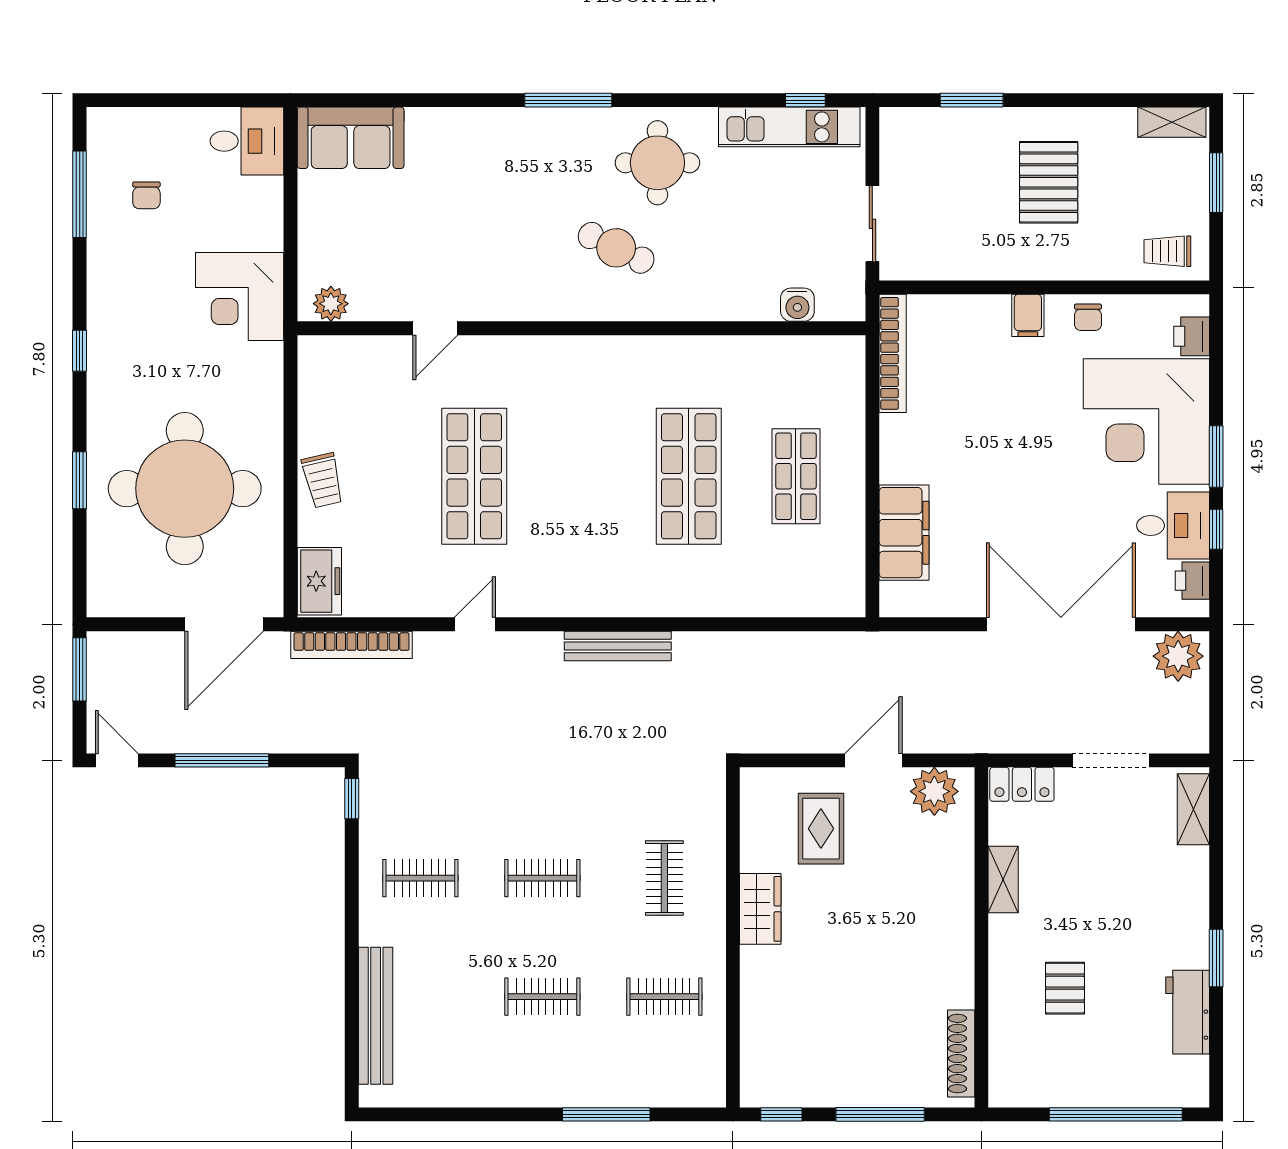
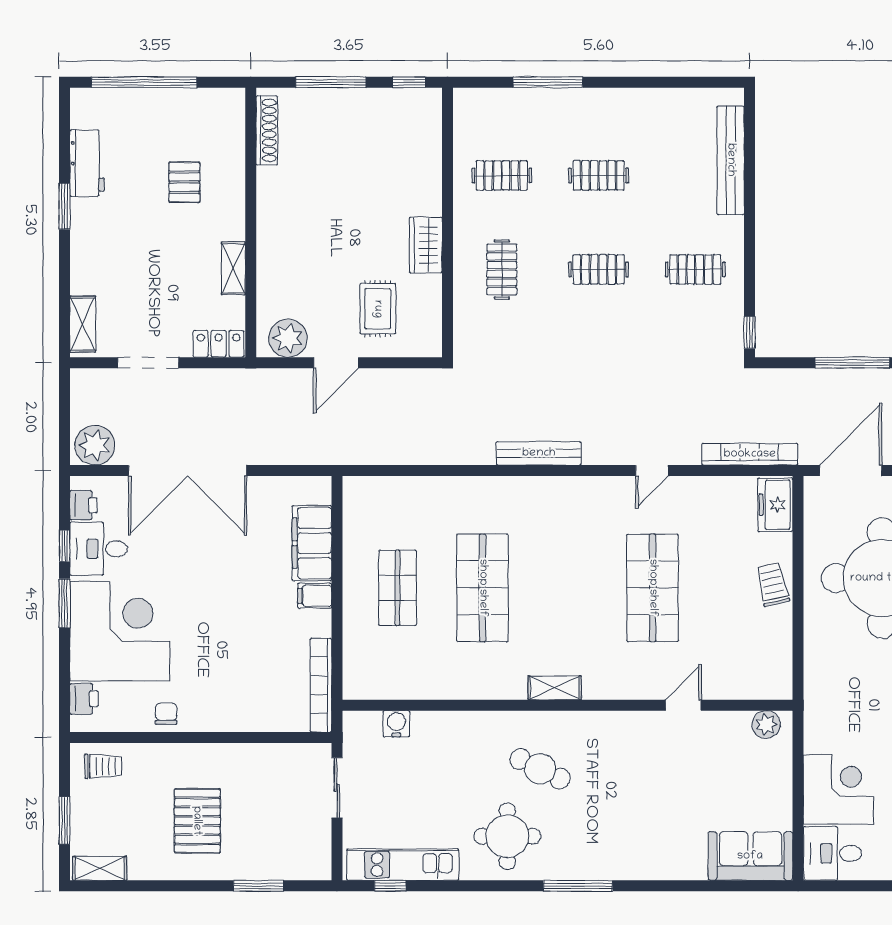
corner desk: (240, 297) -> (838, 789), moved
filing cabinet: (1028, 315) -> (315, 596), moved, turned -90
shelving: (598, 350) -> (555, 688), added

